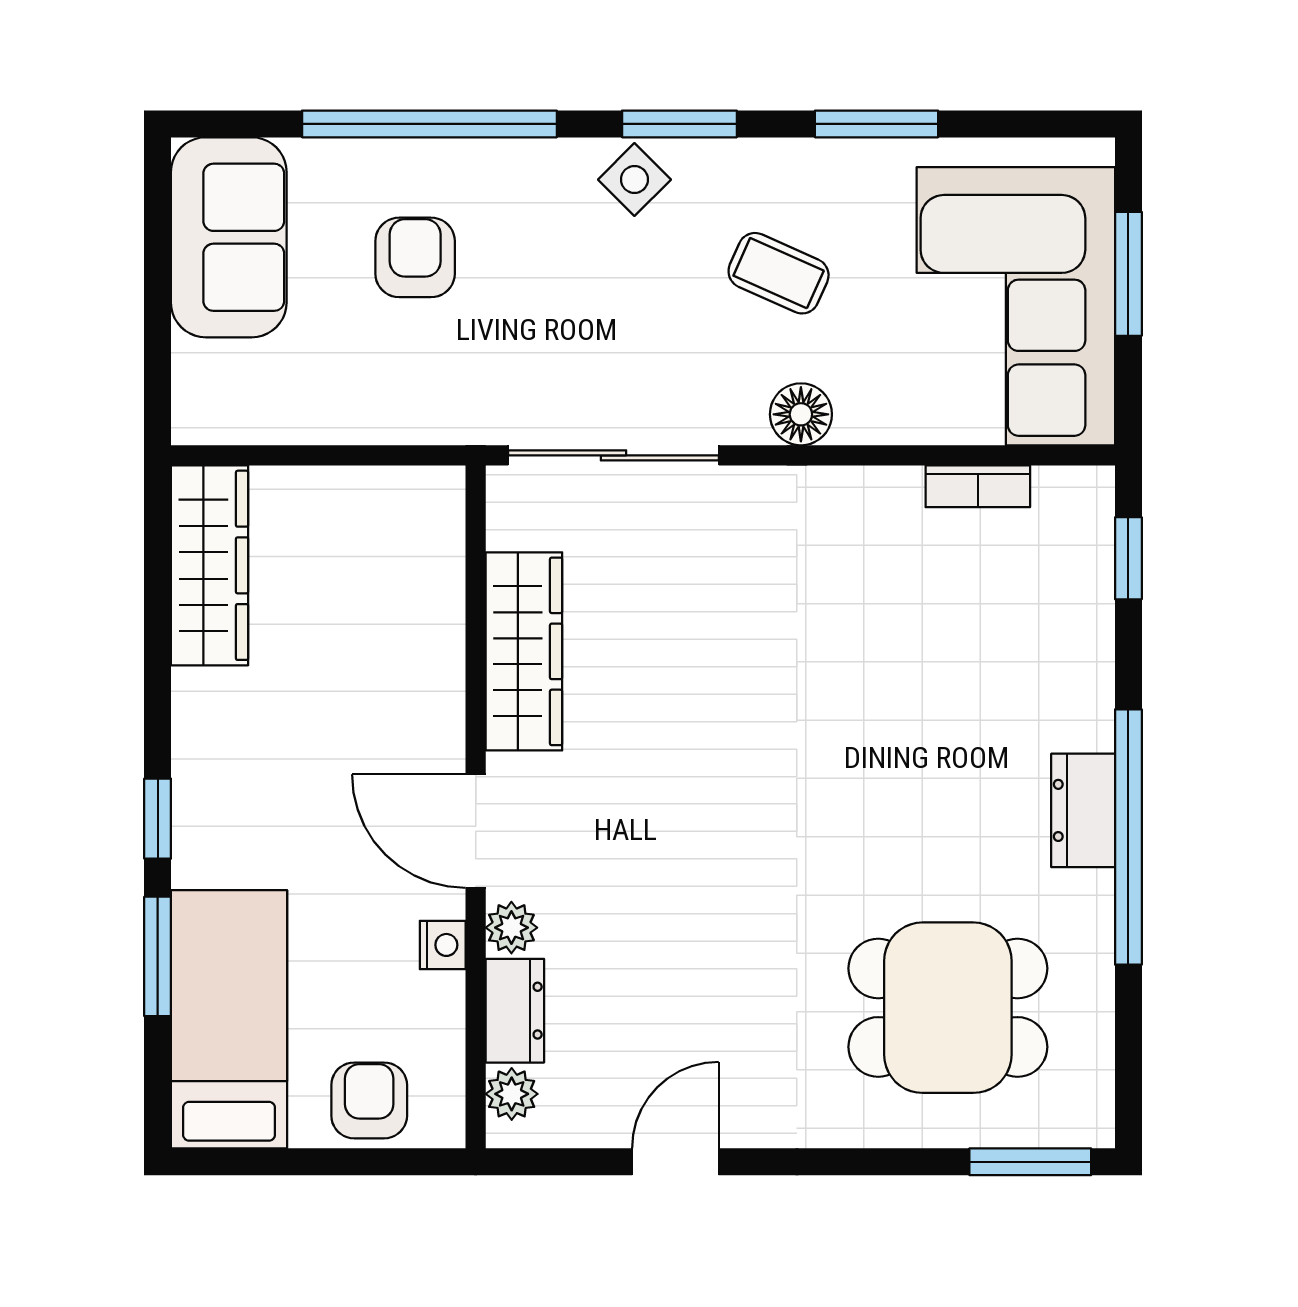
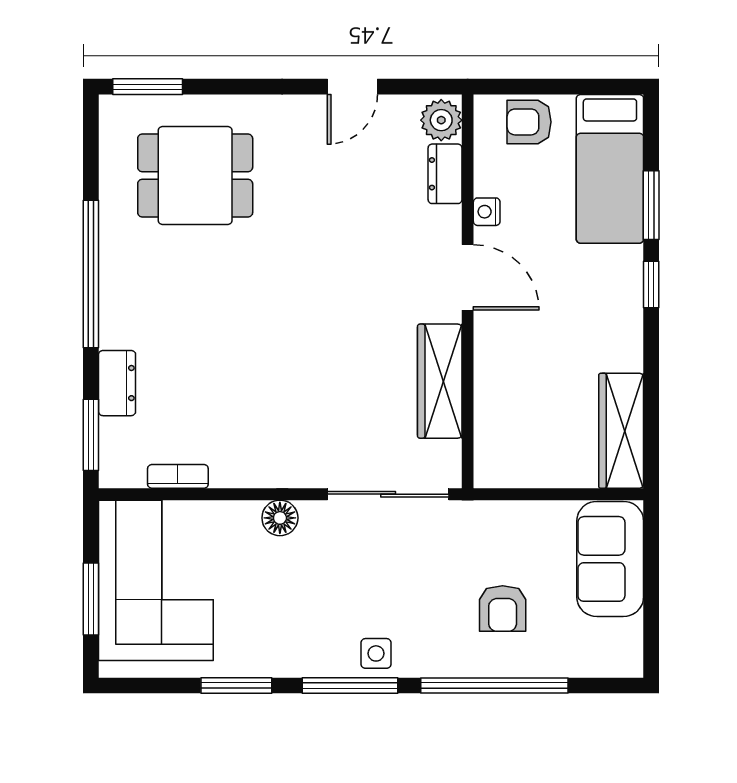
window: (679, 124) -> (350, 685), width x1.44
side table: (634, 180) -> (376, 653), turned 45
sofa: (229, 237) -> (610, 559), moved
coffee table: (779, 273) -> (293, 599), removed
window: (1128, 558) -> (91, 435), width x1.50
dresser: (1083, 810) -> (117, 383), moved
plant: (511, 928) -> (447, 222), removed
plant: (512, 1094) -> (441, 120), width x1.38, depth x1.38
armchair: (369, 1100) -> (529, 122), turned 90

